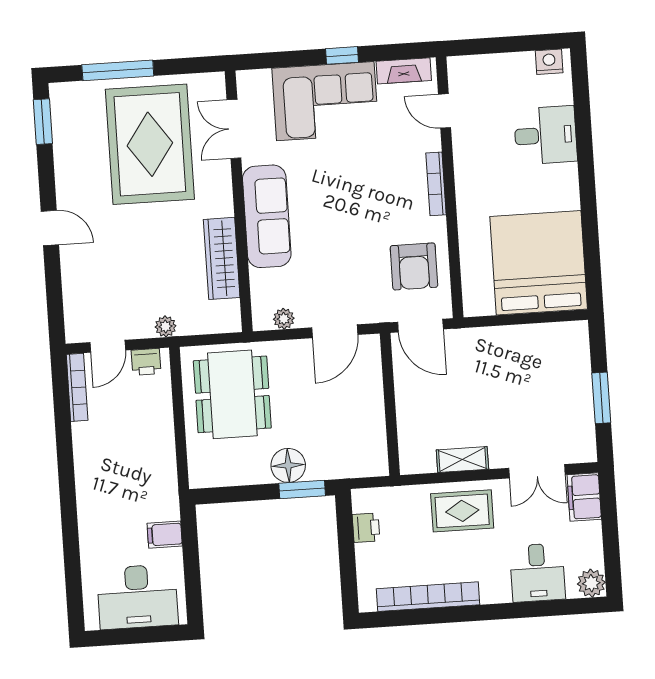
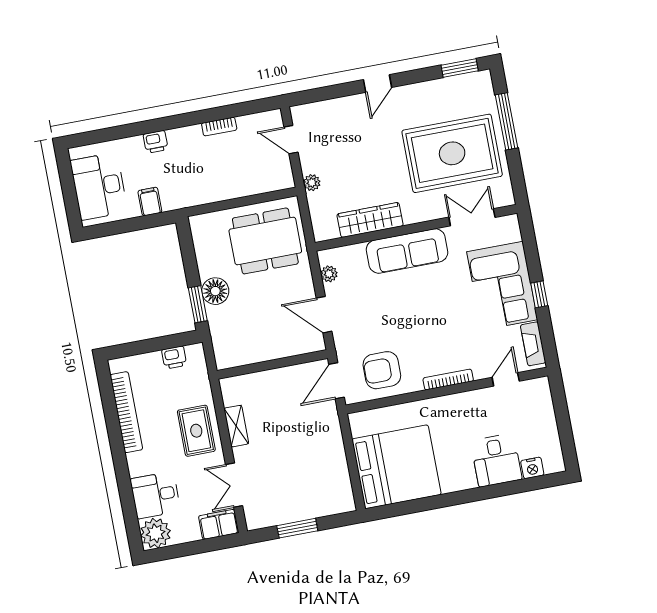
nightstand: (549, 62) -> (532, 468), moved, turned 90
printer: (146, 362) -> (156, 142), moved, turned -90
bookcase: (77, 387) -> (219, 127), moved, width x0.64
plant: (591, 583) -> (155, 533), width x1.36, depth x1.36

